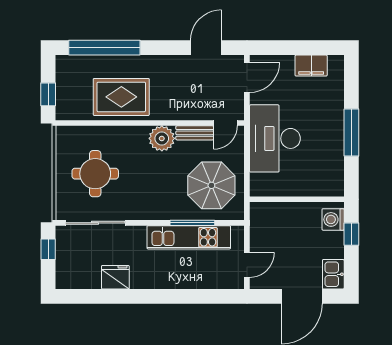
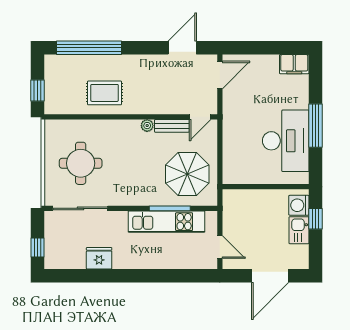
filing cabinet: (311, 66) -> (294, 64), moved
rug: (121, 97) -> (105, 93), width x0.73, depth x0.70
plant: (162, 138) -> (147, 126), width x0.53, depth x0.53
desk: (275, 138) -> (286, 141), moved, turned 180
window: (48, 249) -> (38, 247), moved
door: (247, 265) -> (220, 247), hinge flipped
kitchen sink: (333, 274) -> (299, 230), moved

